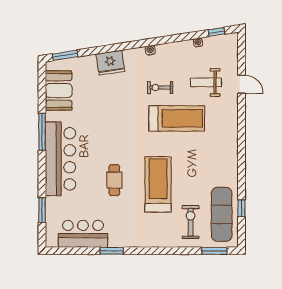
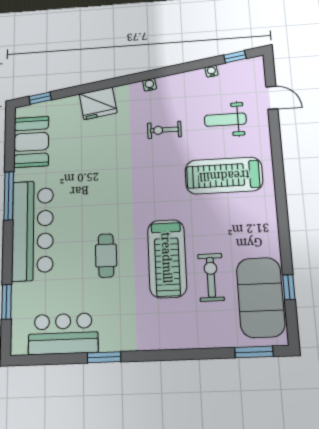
window: (65, 55) -> (40, 98), width x0.67
door: (241, 84) -> (272, 98), moved
treadmill: (177, 118) -> (224, 176), moved, turned 180
treadmill: (158, 184) -> (167, 258), turned 180
exercise mat: (222, 214) -> (261, 297), width x1.47
exercise bike: (191, 222) -> (211, 277), moved

